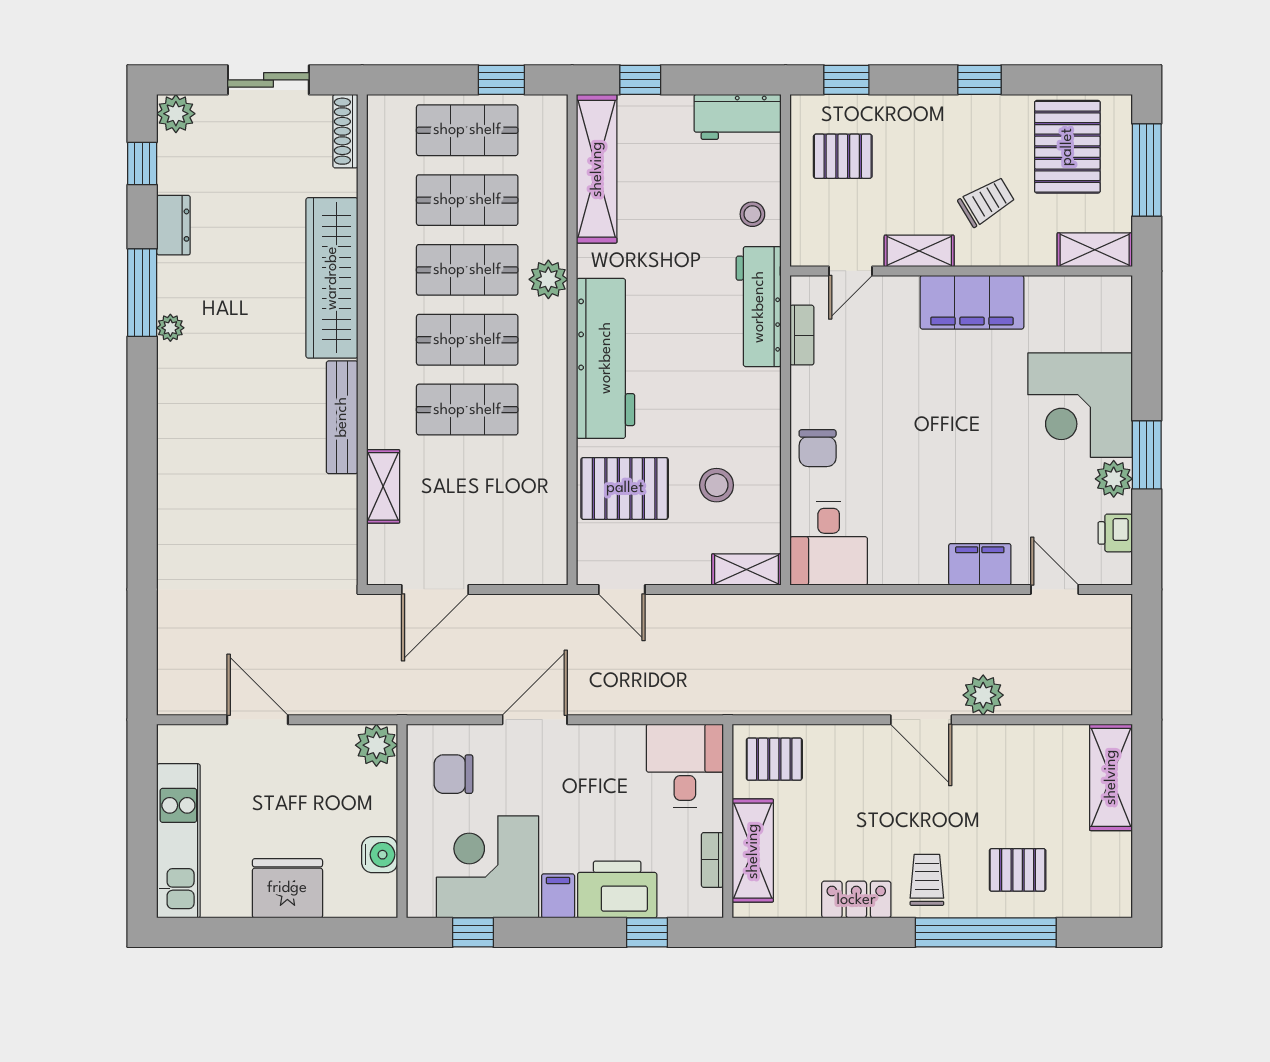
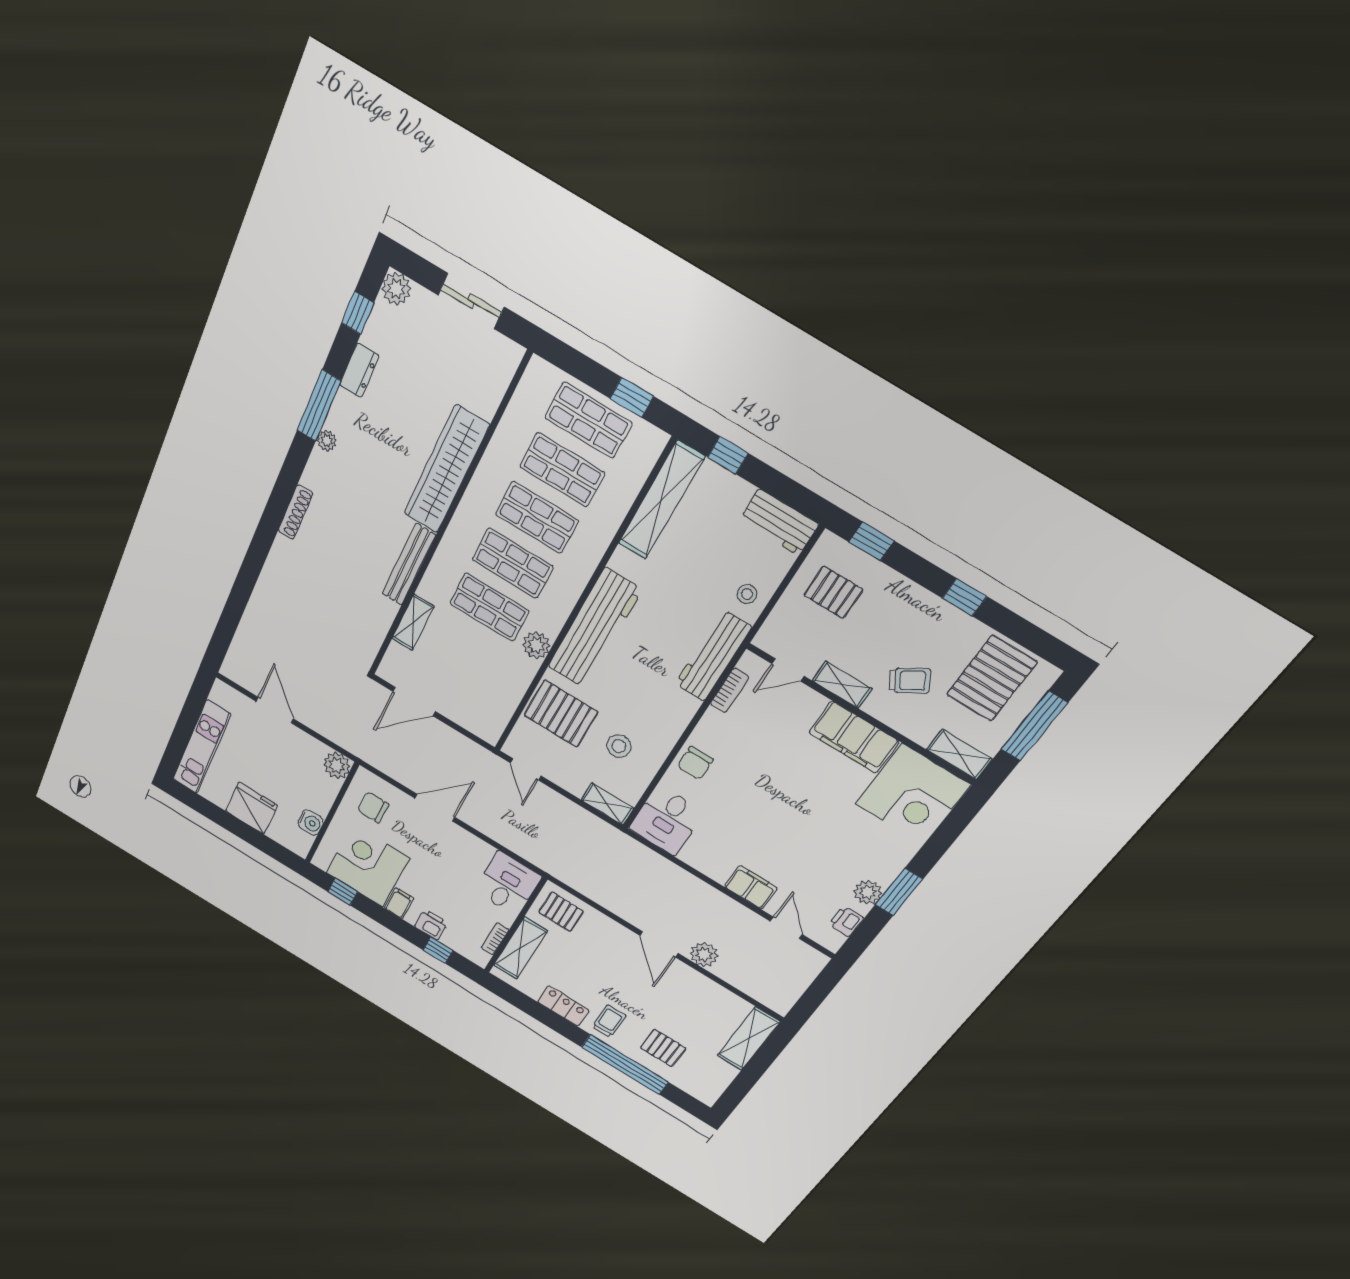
shoe rack: (345, 131) -> (295, 512), moved, turned 180
plant: (548, 279) -> (536, 645), moved
corner desk: (1080, 405) -> (912, 794), moved, turned -90
printer: (617, 889) -> (431, 924), width x0.53, depth x0.68

